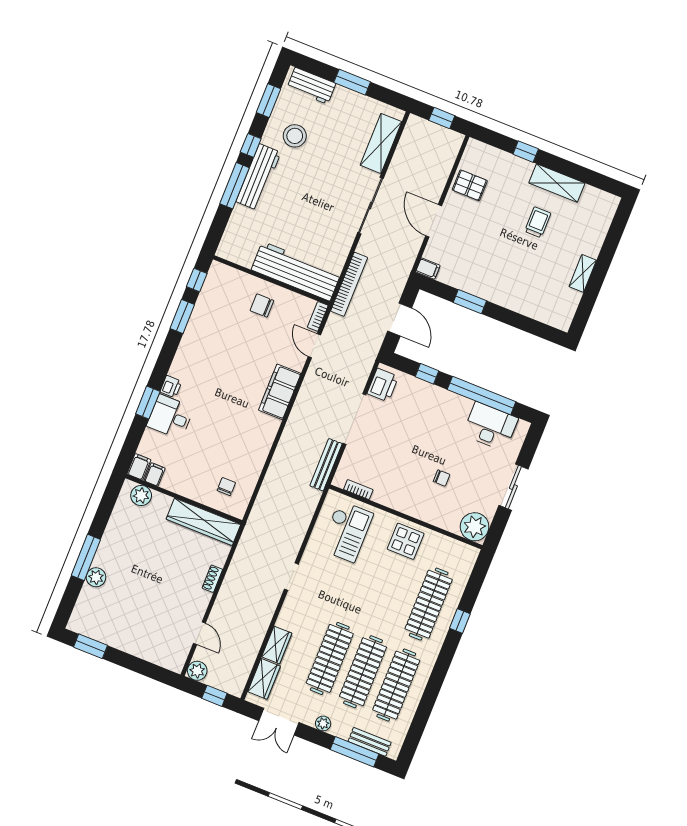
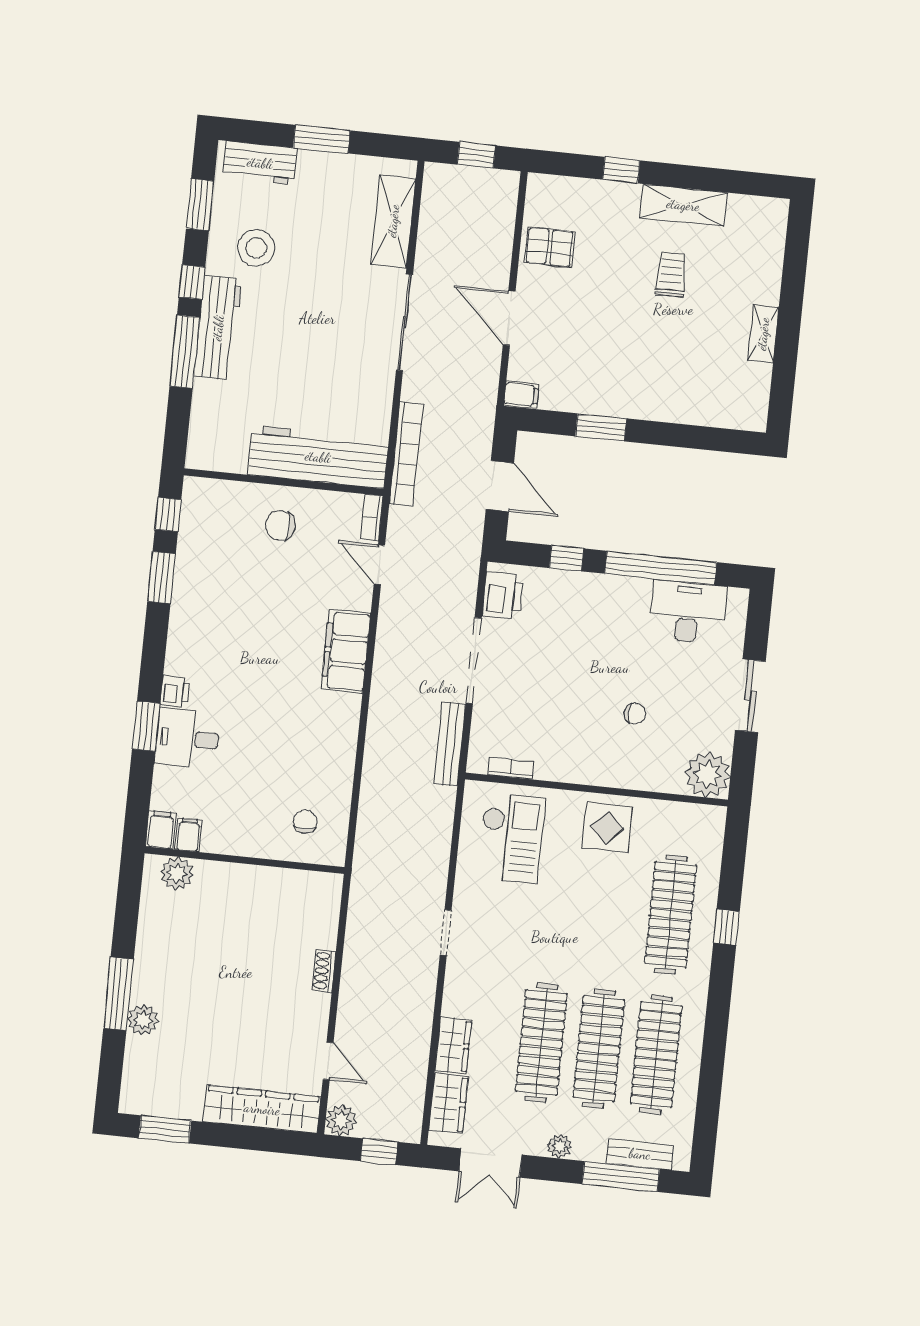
wardrobe: (203, 522) -> (262, 1109), moved, turned 180

